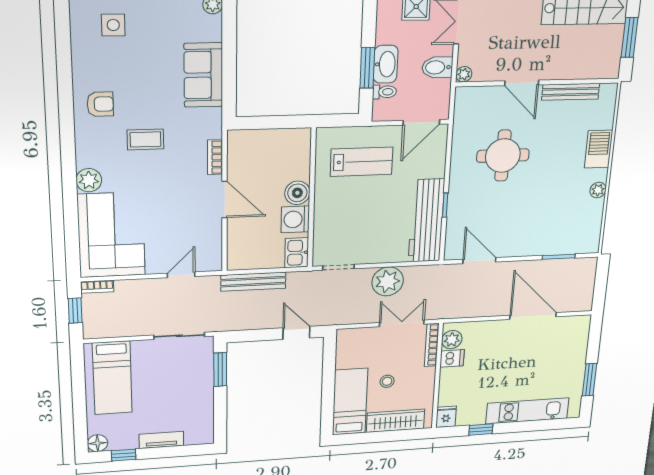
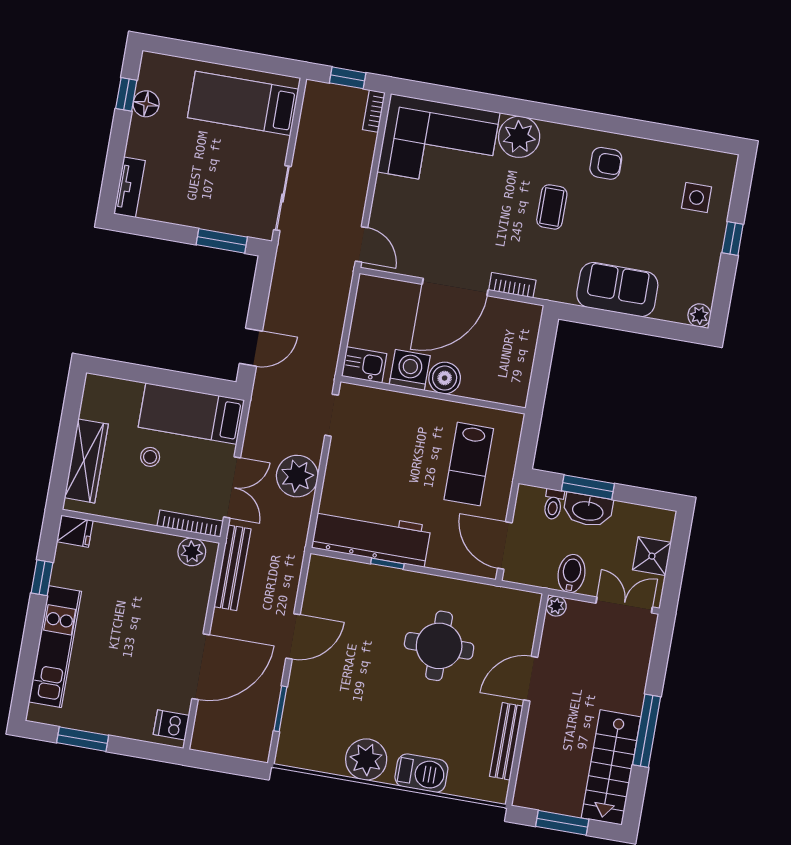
armchair: (100, 104) -> (606, 163), turned -90
plant: (89, 180) -> (519, 137), width x1.36, depth x1.36
plant: (598, 190) -> (366, 760), width x1.87, depth x1.87
door: (224, 200) -> (455, 287), width x1.36
door: (479, 261) -> (293, 636), moved
door: (181, 275) -> (361, 244), moved
bench: (253, 282) -> (232, 568), moved
dishwasher: (452, 358) -> (171, 725), moved, turned 90
bed: (350, 402) -> (191, 414), moved, turned 180
tv unit: (161, 440) -> (130, 187), moved
floor lamp: (97, 443) -> (146, 104), moved

